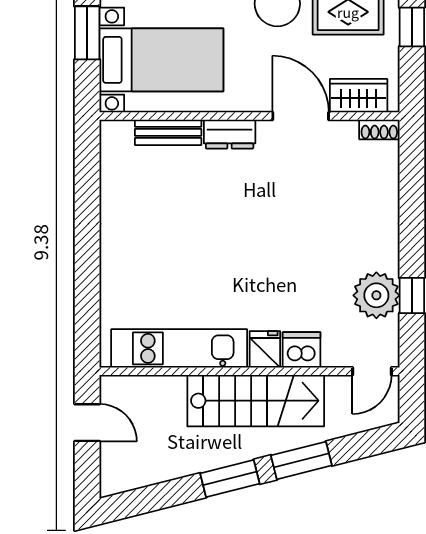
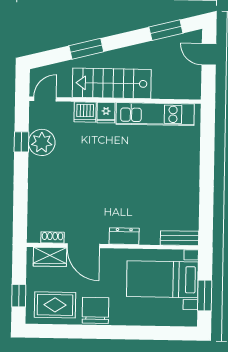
shoe rack: (379, 130) -> (52, 238), moved
bench: (168, 132) -> (180, 238), moved
door: (87, 423) -> (209, 54), moved
window: (230, 478) -> (166, 30), moved

